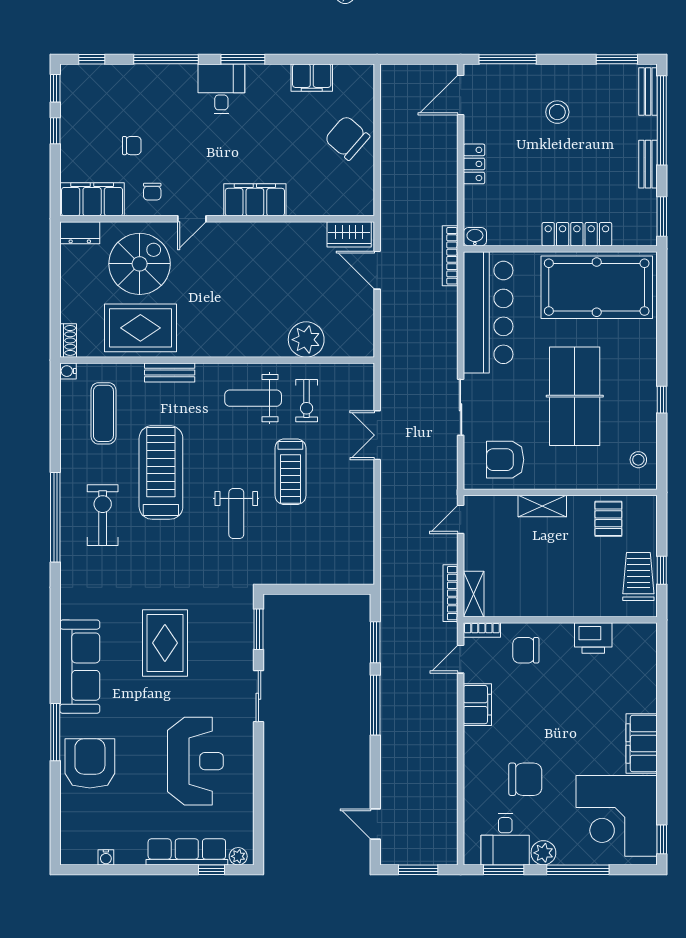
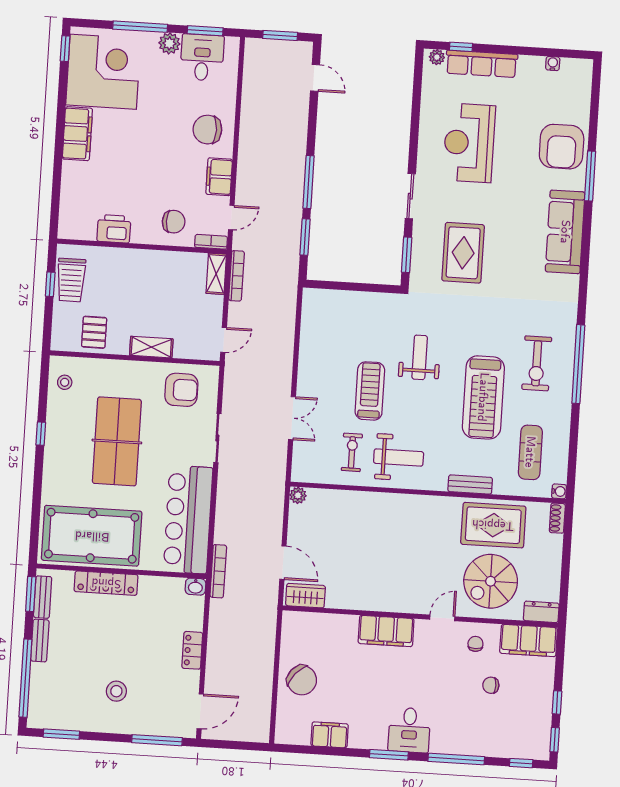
bench: (648, 91) -> (43, 597), moved
plant: (306, 340) -> (298, 495), moved, width x0.53, depth x0.53
rug: (165, 643) -> (463, 253), moved
chair: (525, 779) -> (207, 130), moved

